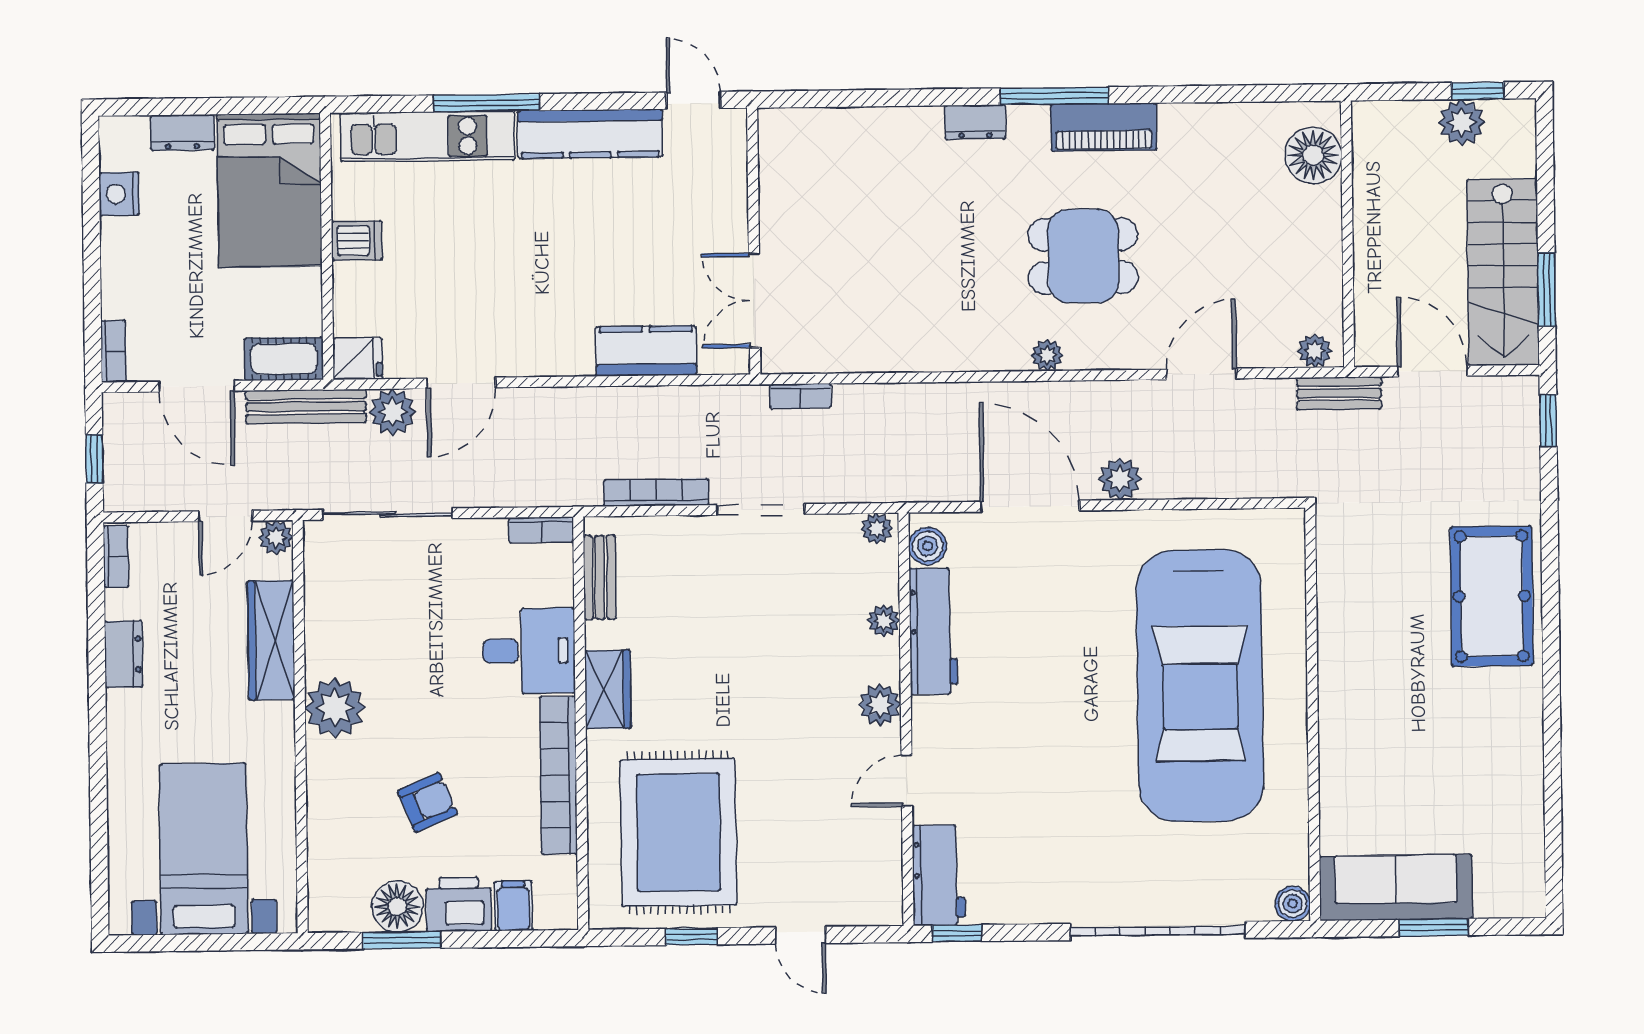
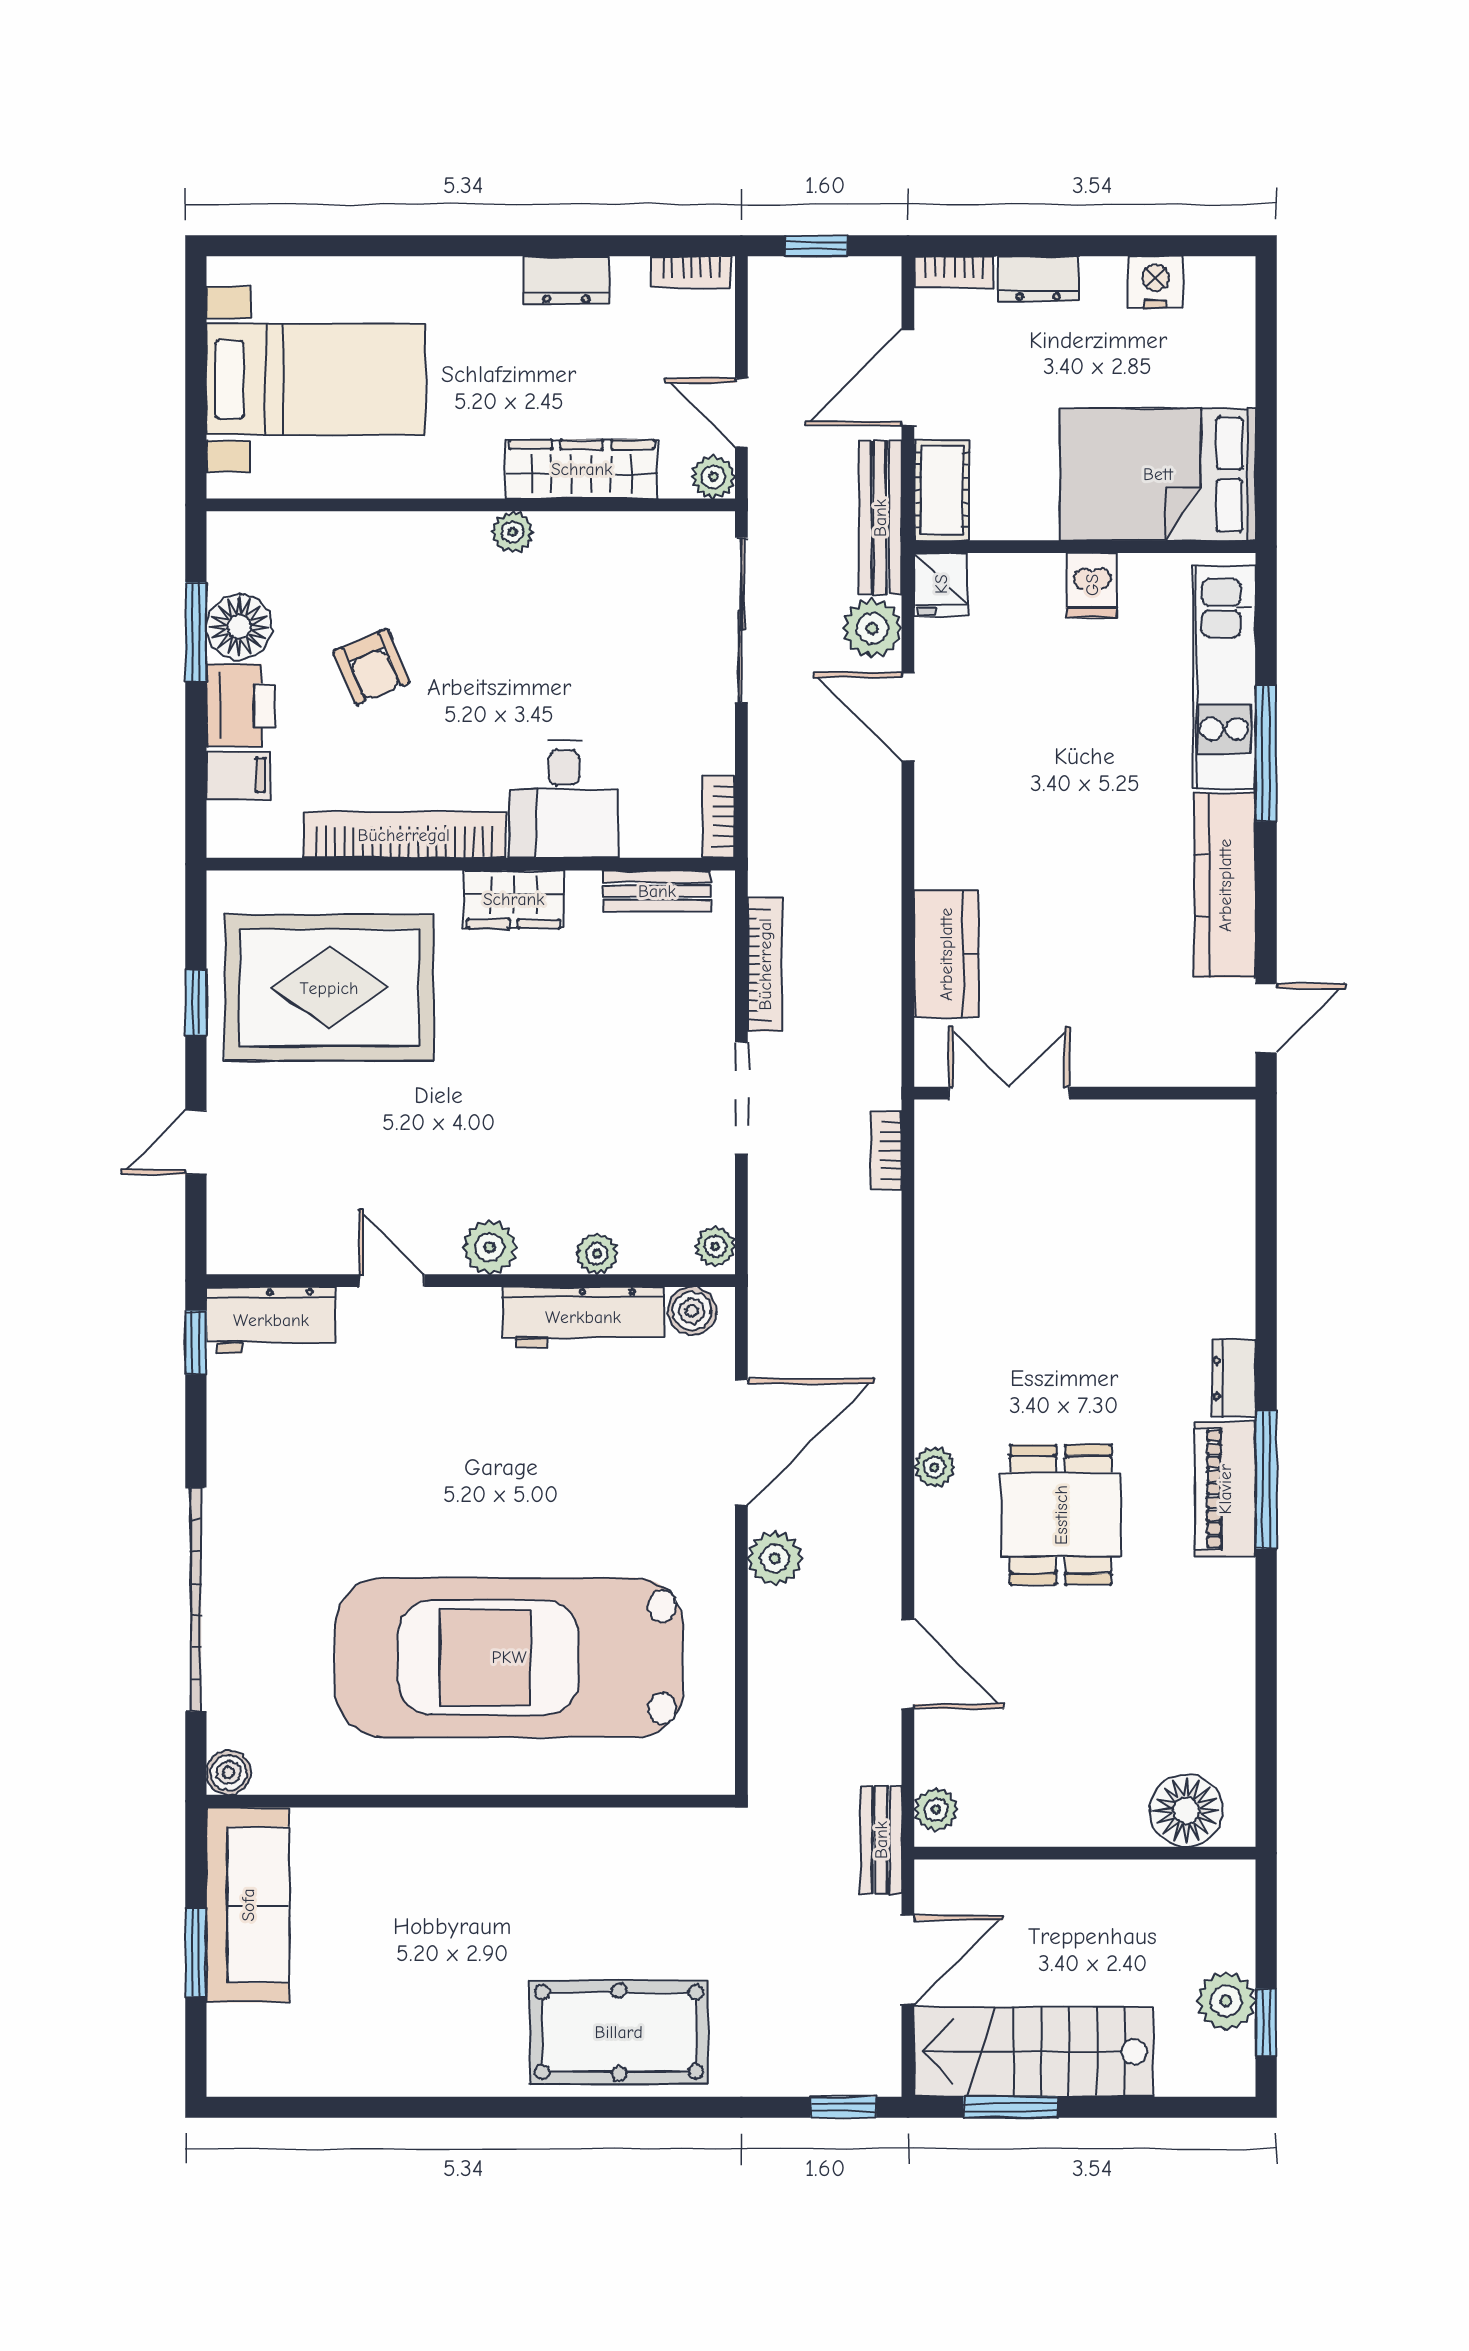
piano: (1104, 127) -> (1225, 1489), moved
dresser: (182, 132) -> (1038, 279), moved, turned -90
plant: (335, 708) -> (513, 532), width x0.53, depth x0.53

